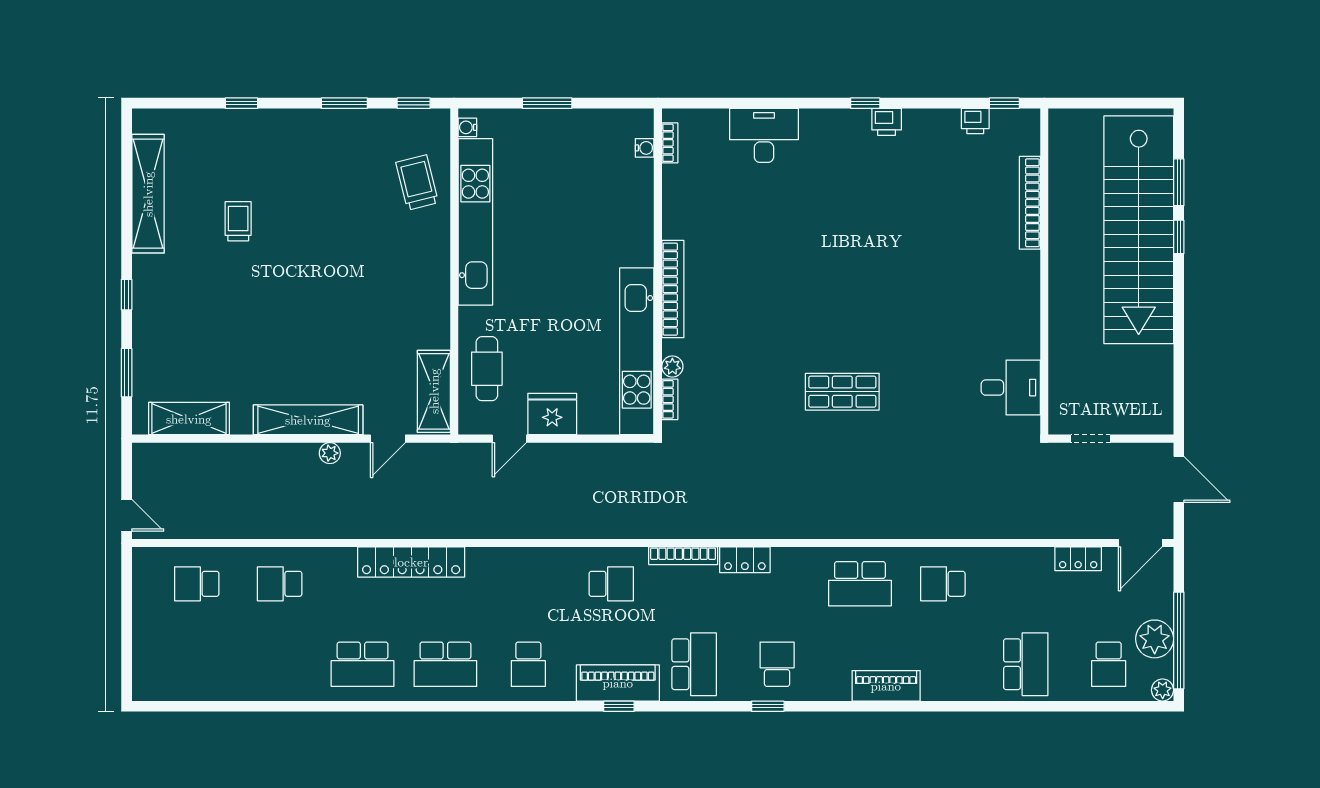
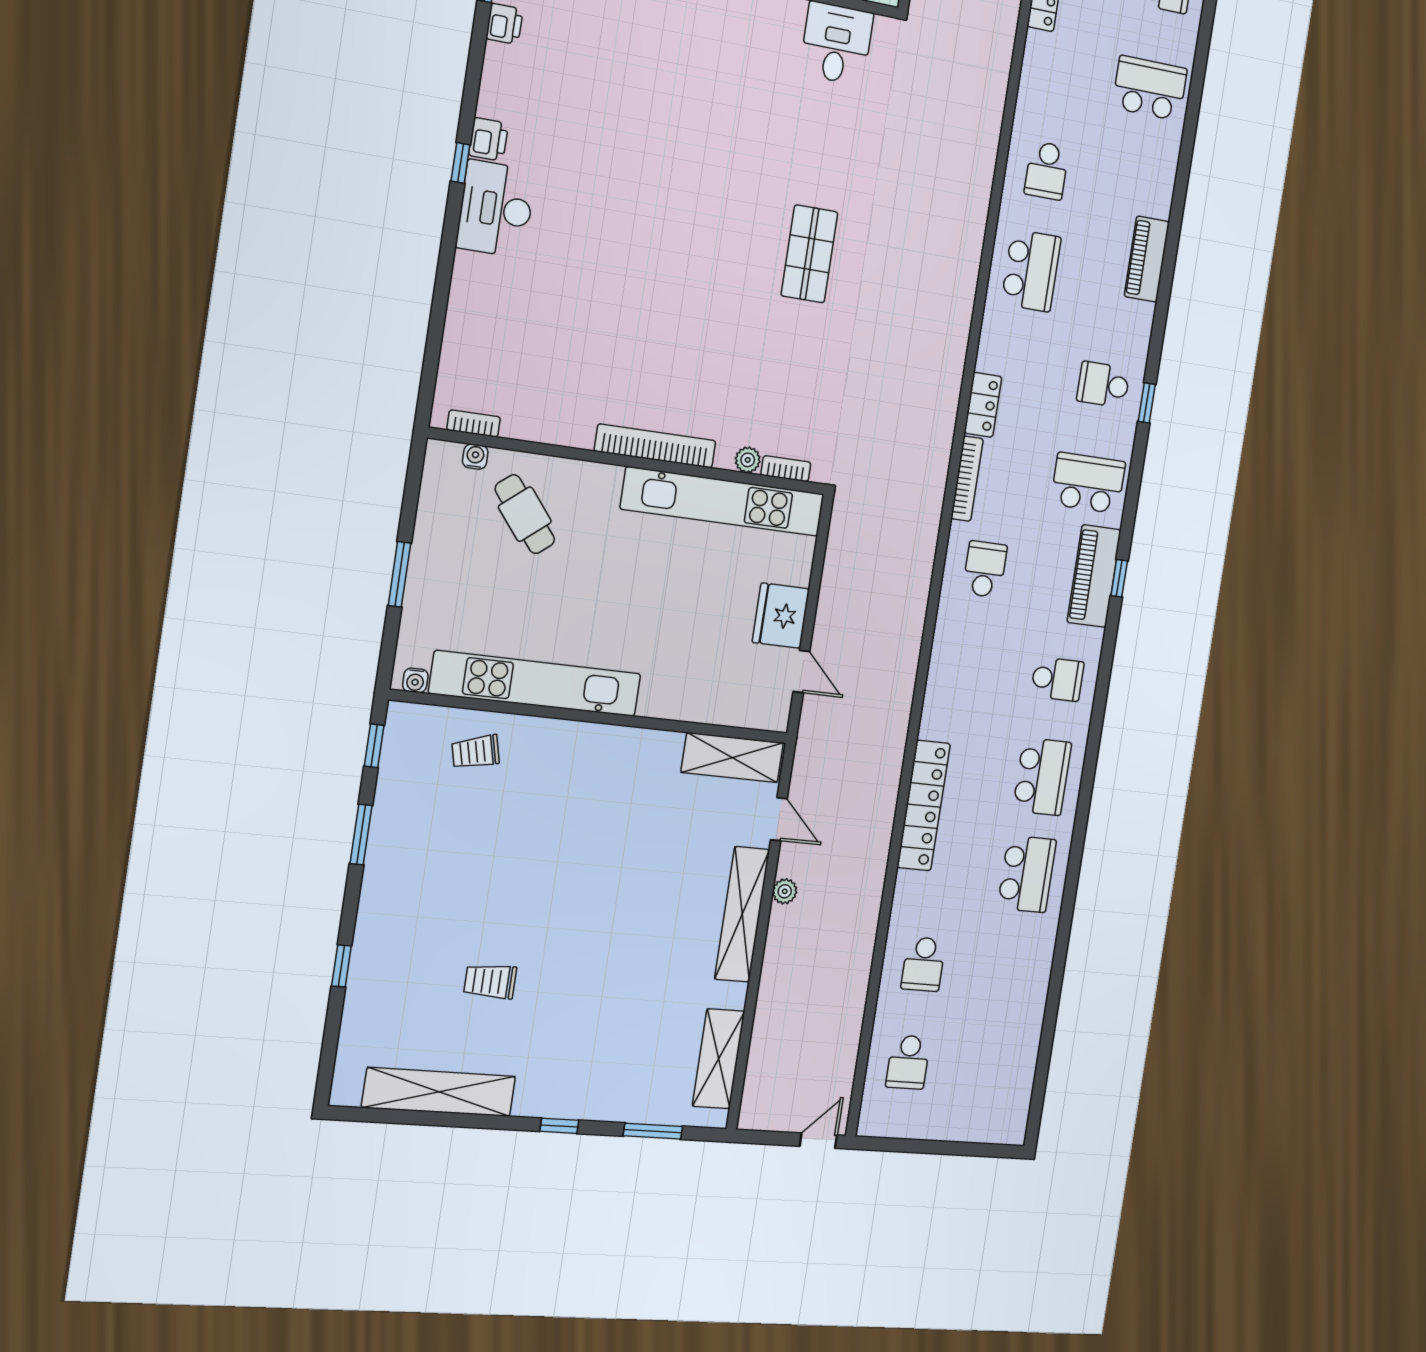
desk: (764, 135) -> (496, 209), moved
trolley: (417, 183) -> (476, 752), width x0.73, depth x0.72
cafe table: (487, 369) -> (525, 514), moved, turned 51

